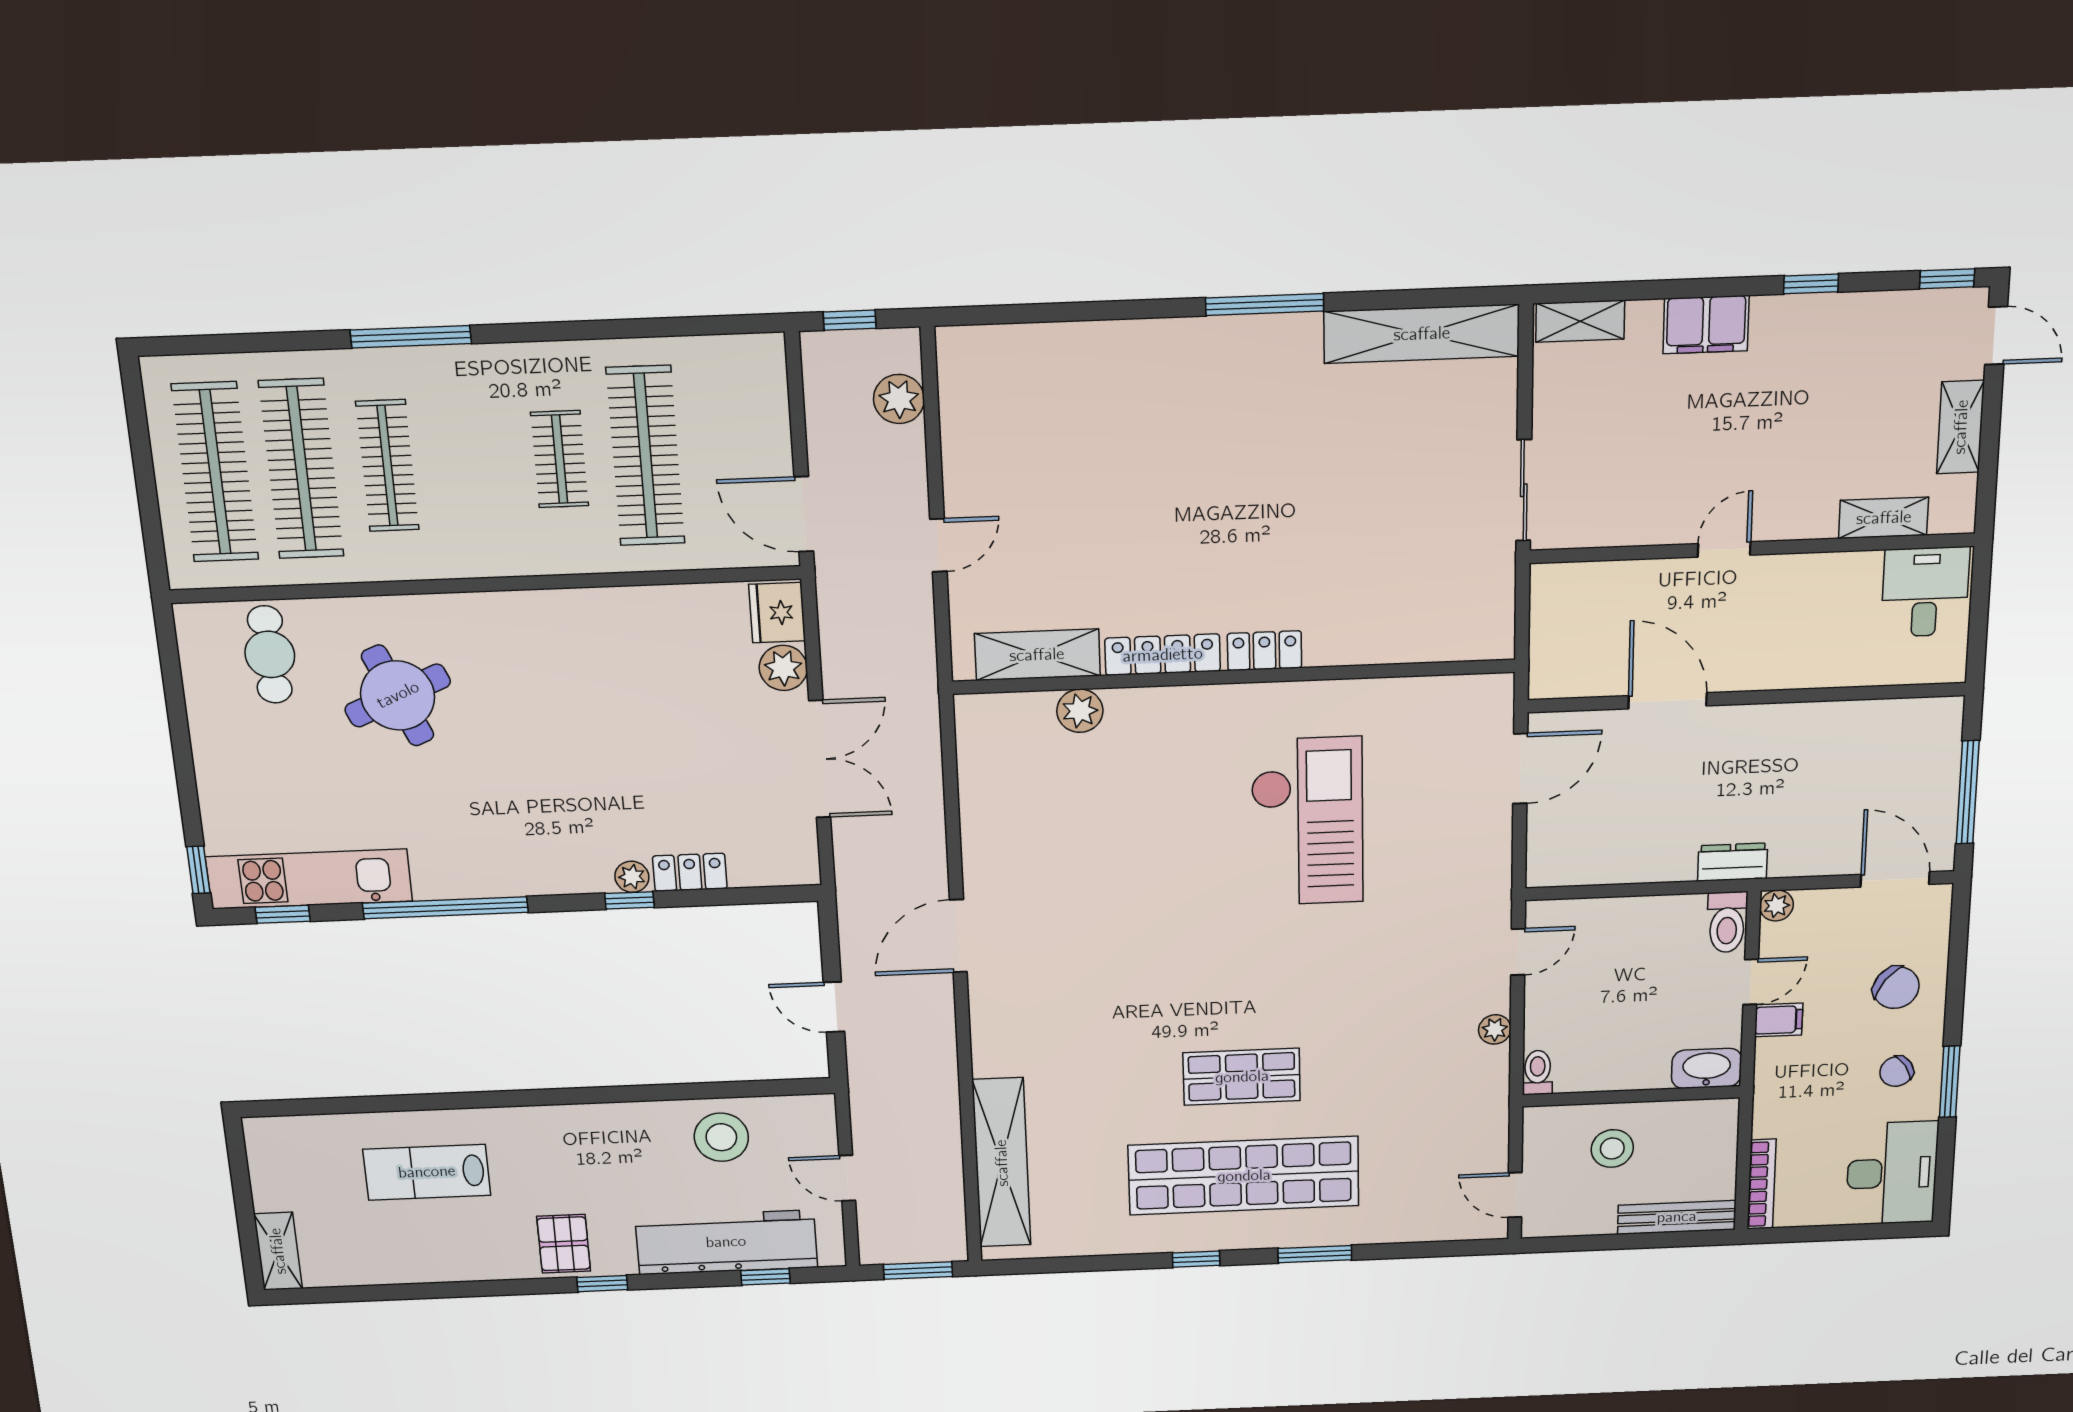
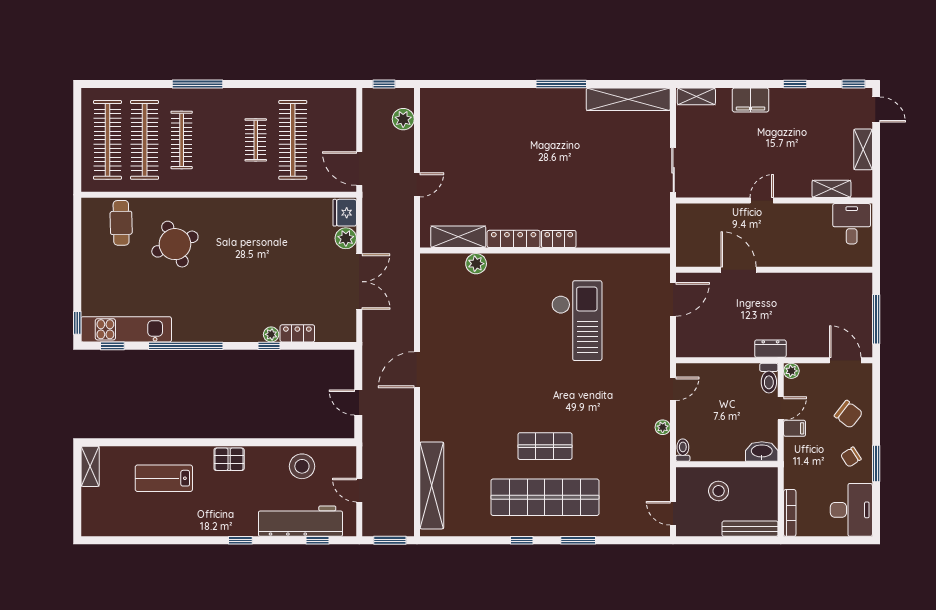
pallet: (564, 1244) -> (229, 459), moved, turned 90
shelving: (278, 1251) -> (90, 466), moved

